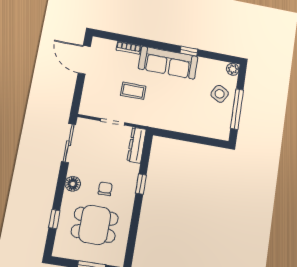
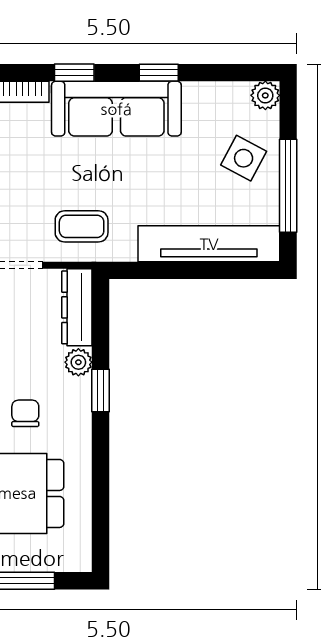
window: (152, 44) -> (74, 73), added
coffee table: (133, 91) -> (82, 226), moved
tv unit: (199, 128) -> (209, 244), added
plant: (133, 170) -> (78, 362), added

